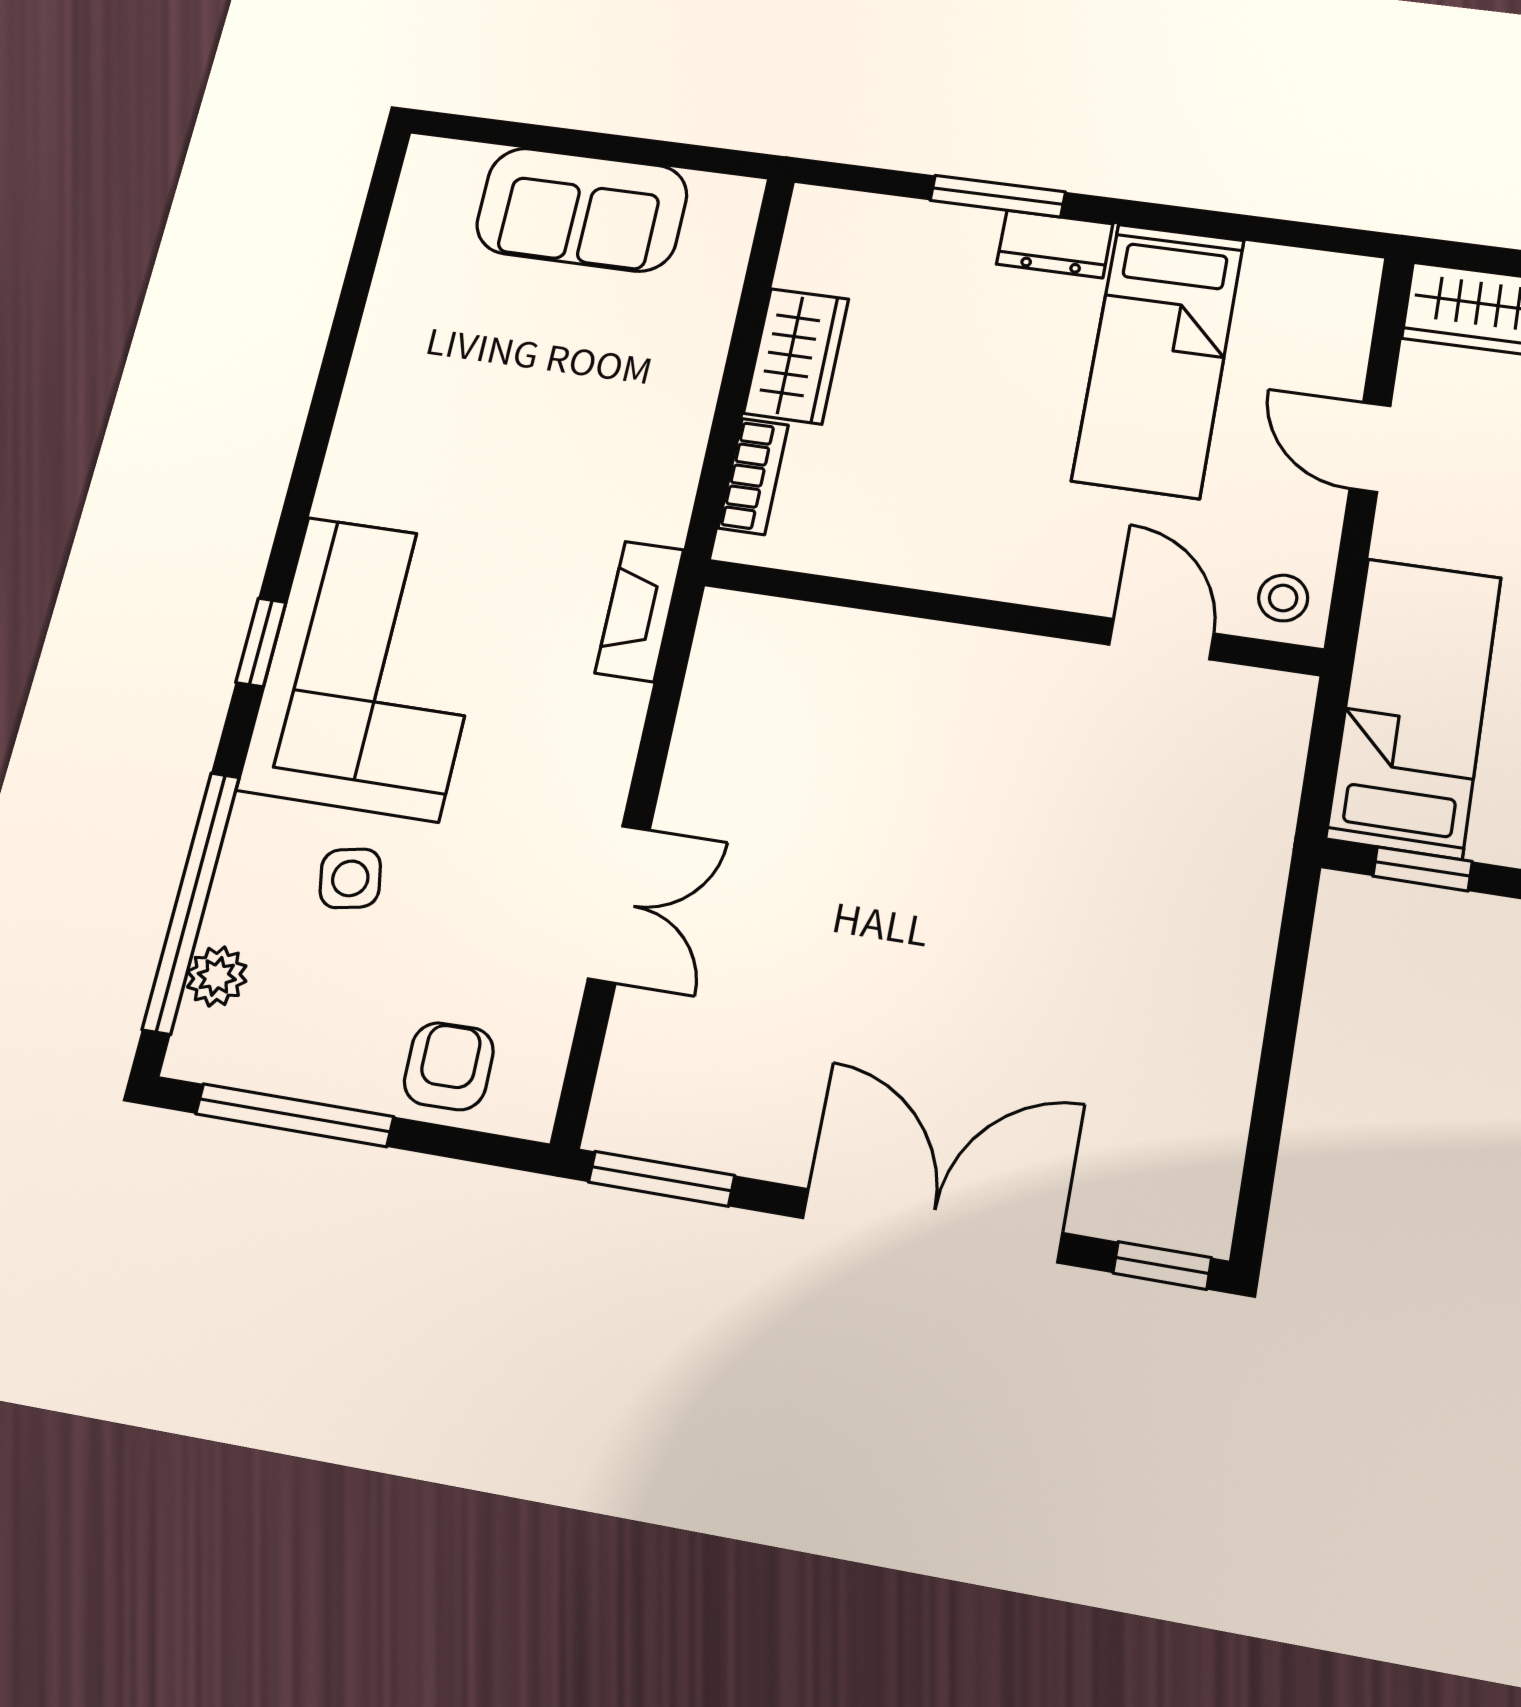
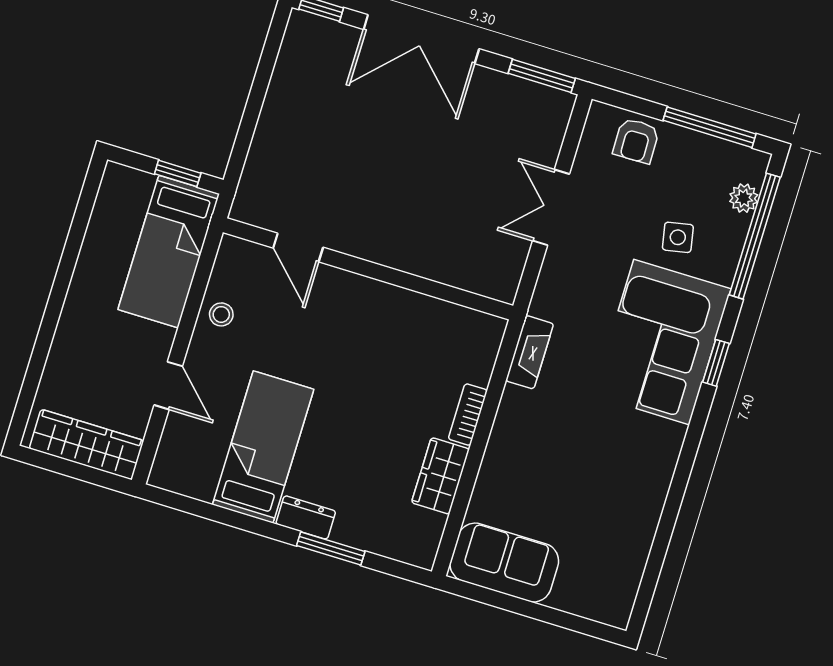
sofa: (582, 210) -> (504, 563), moved
wall: (1011, 617) -> (368, 269), moved
door: (1161, 639) -> (298, 248), moved

